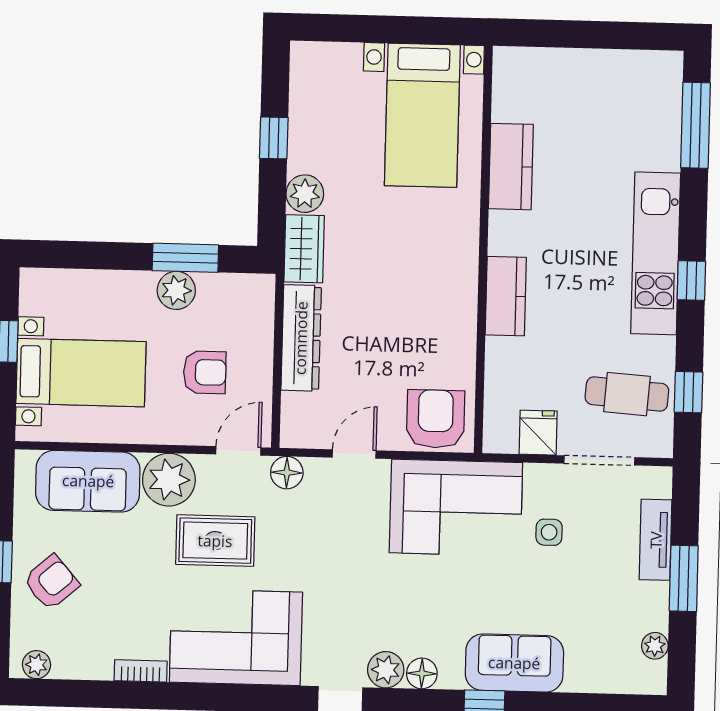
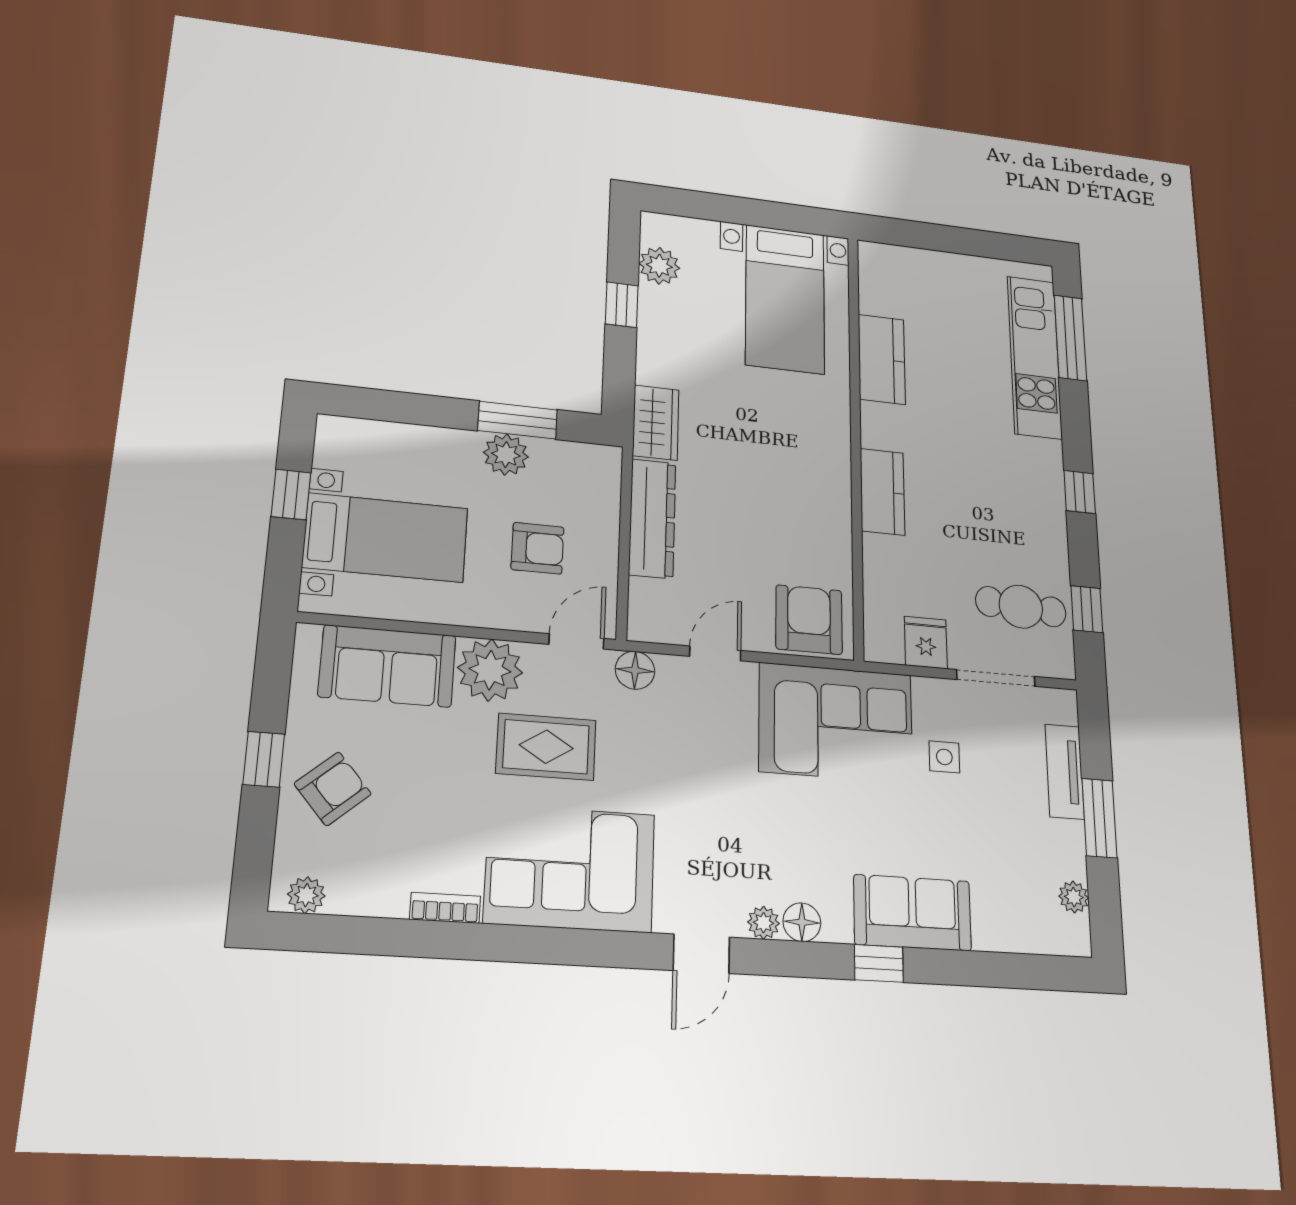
plant: (305, 194) -> (659, 266), moved
kitchen unit: (656, 253) -> (1034, 357), moved
plant: (386, 670) -> (764, 923), width x0.73, depth x0.73

